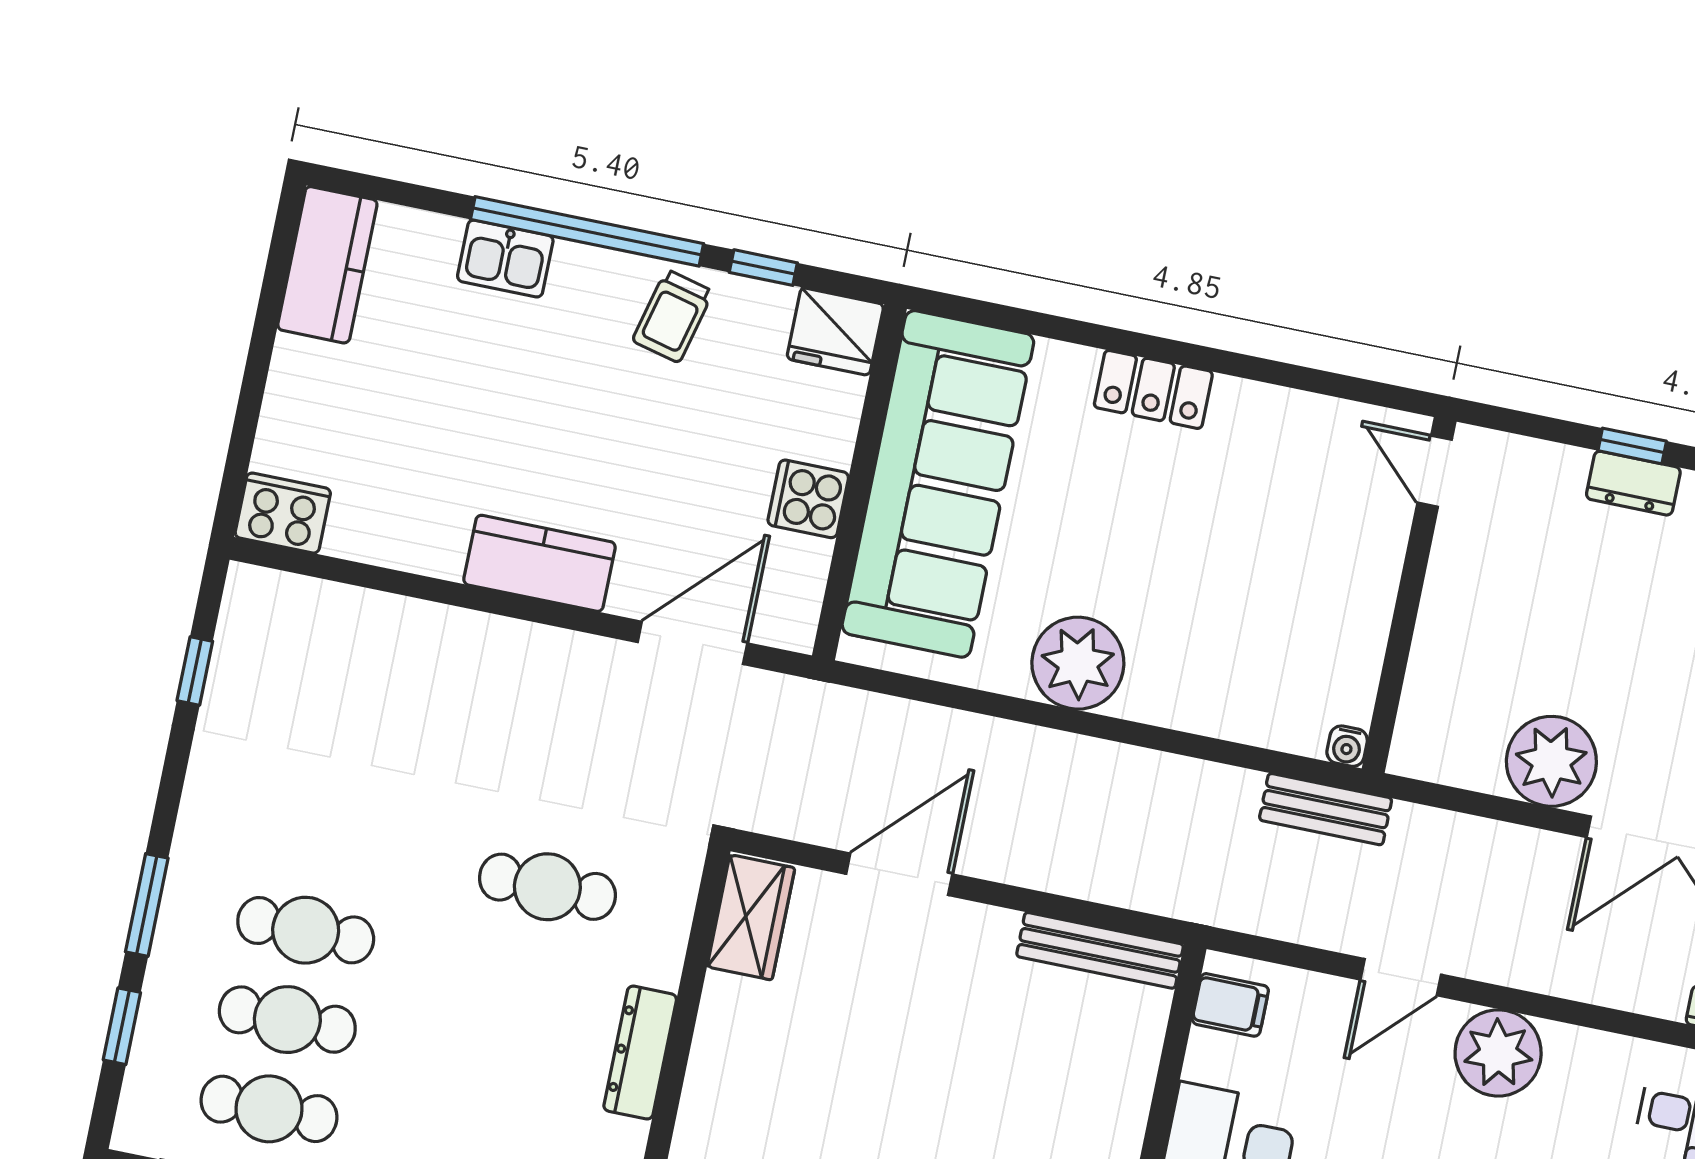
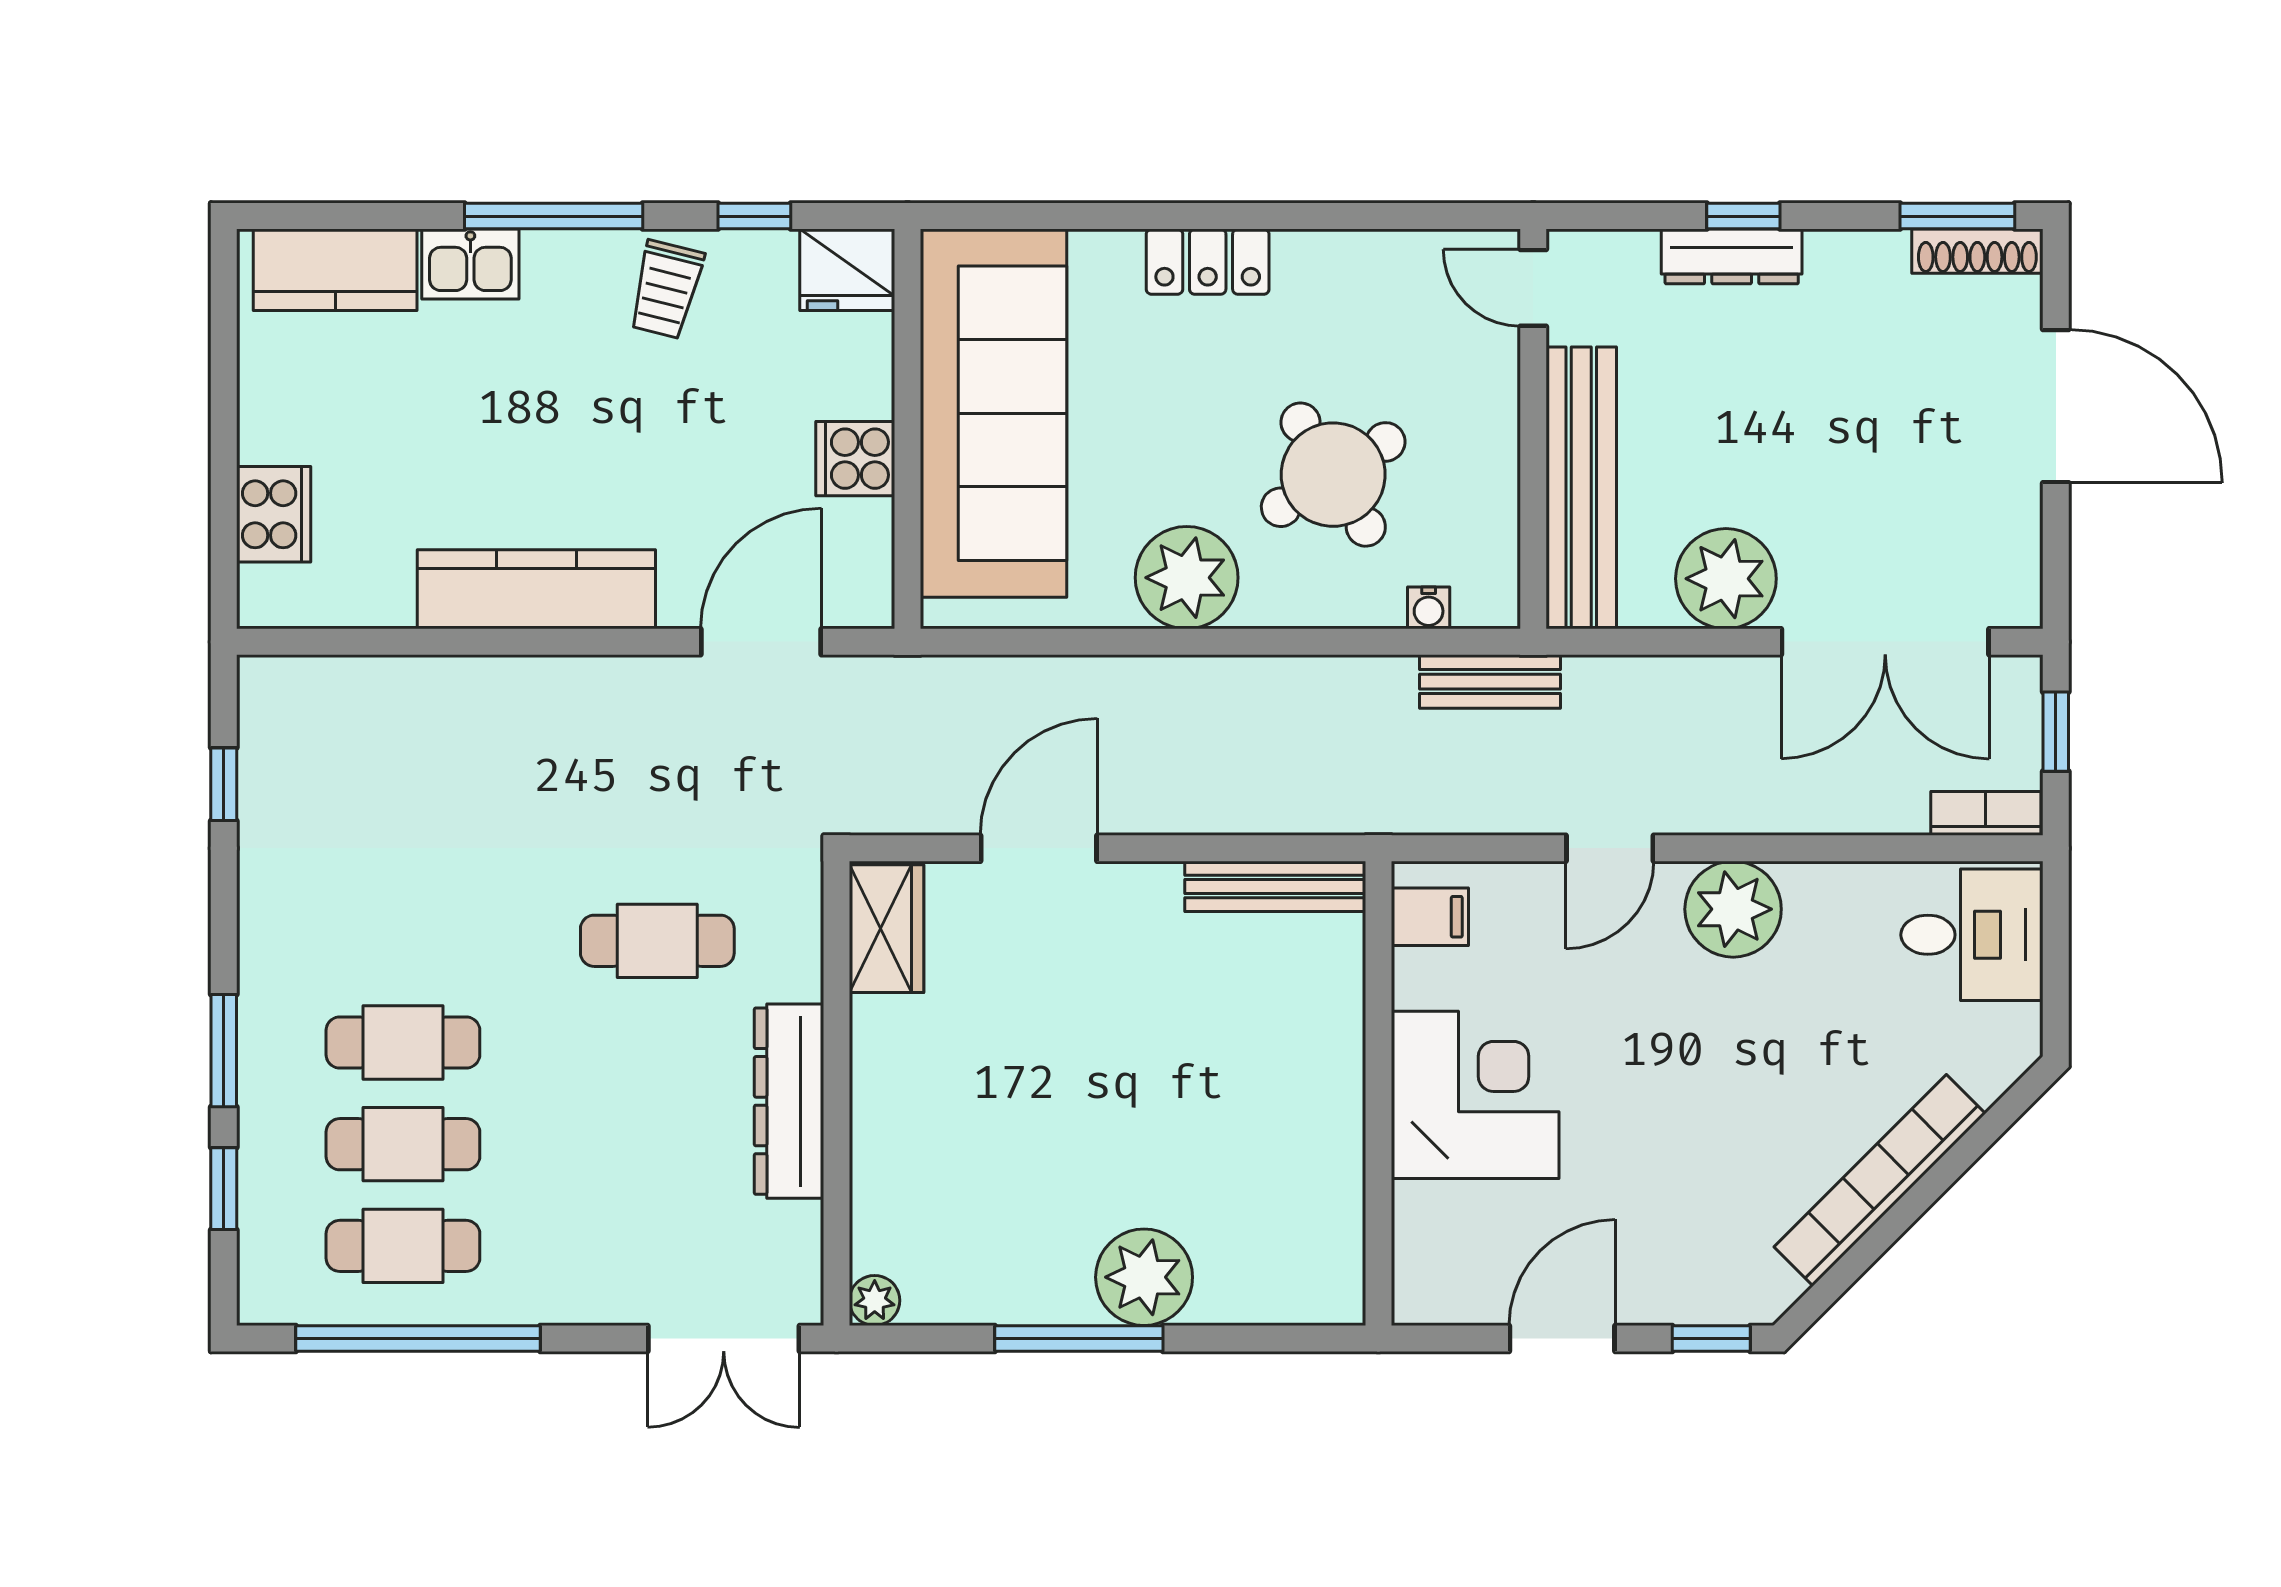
window: (587, 231) -> (554, 216), width x0.68
kitchen counter: (327, 265) -> (335, 270), moved, turned 90
dresser: (1633, 483) -> (1732, 256), width x1.44
cooker: (283, 513) -> (274, 514), moved, turned 90
kitchen counter: (539, 563) -> (536, 589), width x1.50
round table: (1225, 599) -> (1333, 475), added
bench: (1441, 656) -> (1581, 488), added
water cooler: (1347, 746) -> (1429, 608), moved
dresser: (640, 1053) -> (789, 1101), width x1.37, depth x1.24

